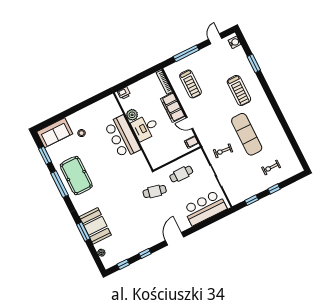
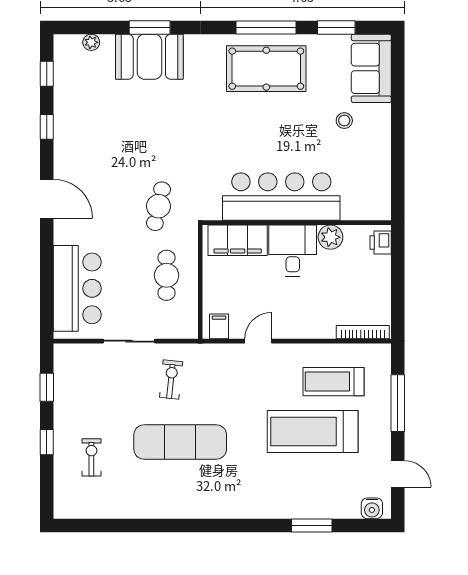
treadmill: (239, 90) -> (313, 431), moved, width x1.37, depth x1.38
filing cabinet: (173, 107) -> (238, 240), moved, turned 180
bar counter: (122, 137) -> (281, 197), width x1.36

